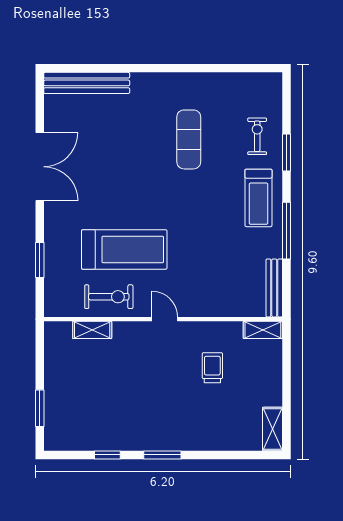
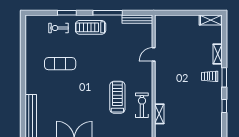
treadmill: (258, 198) -> (91, 27), turned 180
treadmill: (124, 249) -> (117, 97), width x0.73, depth x0.73
door: (165, 319) -> (154, 54), moved
shelving: (263, 330) -> (218, 54), moved
trolley: (212, 368) -> (210, 76), moved

